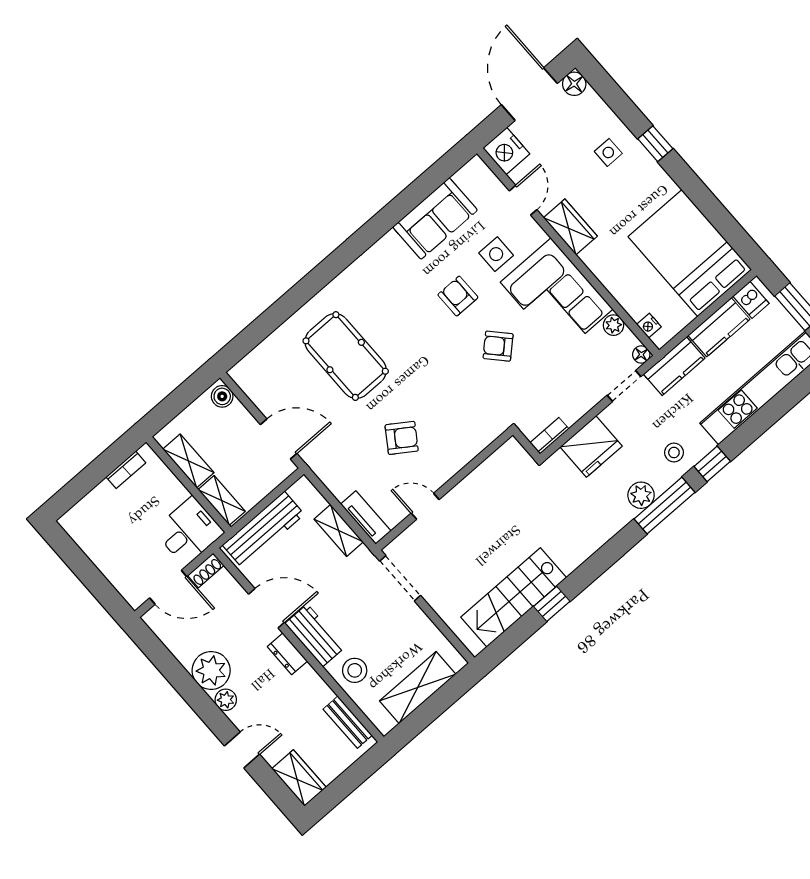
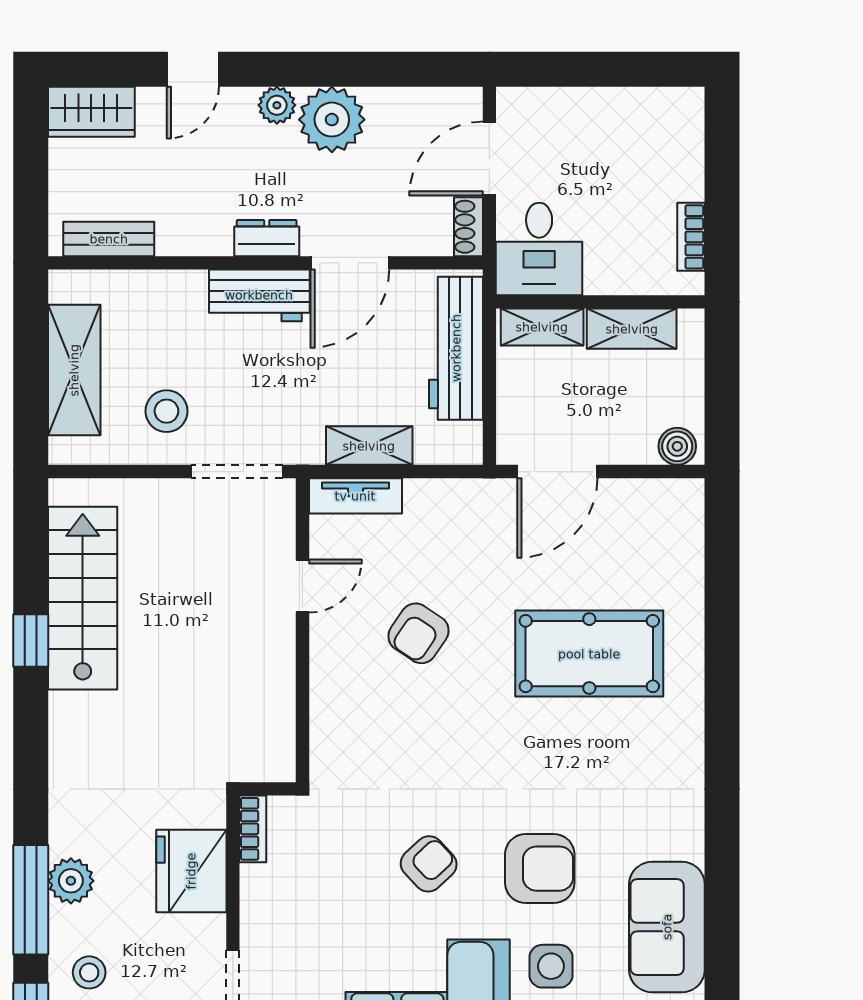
armchair: (458, 296) -> (540, 869), width x1.38, depth x1.38
stool: (355, 670) -> (166, 411), moved

